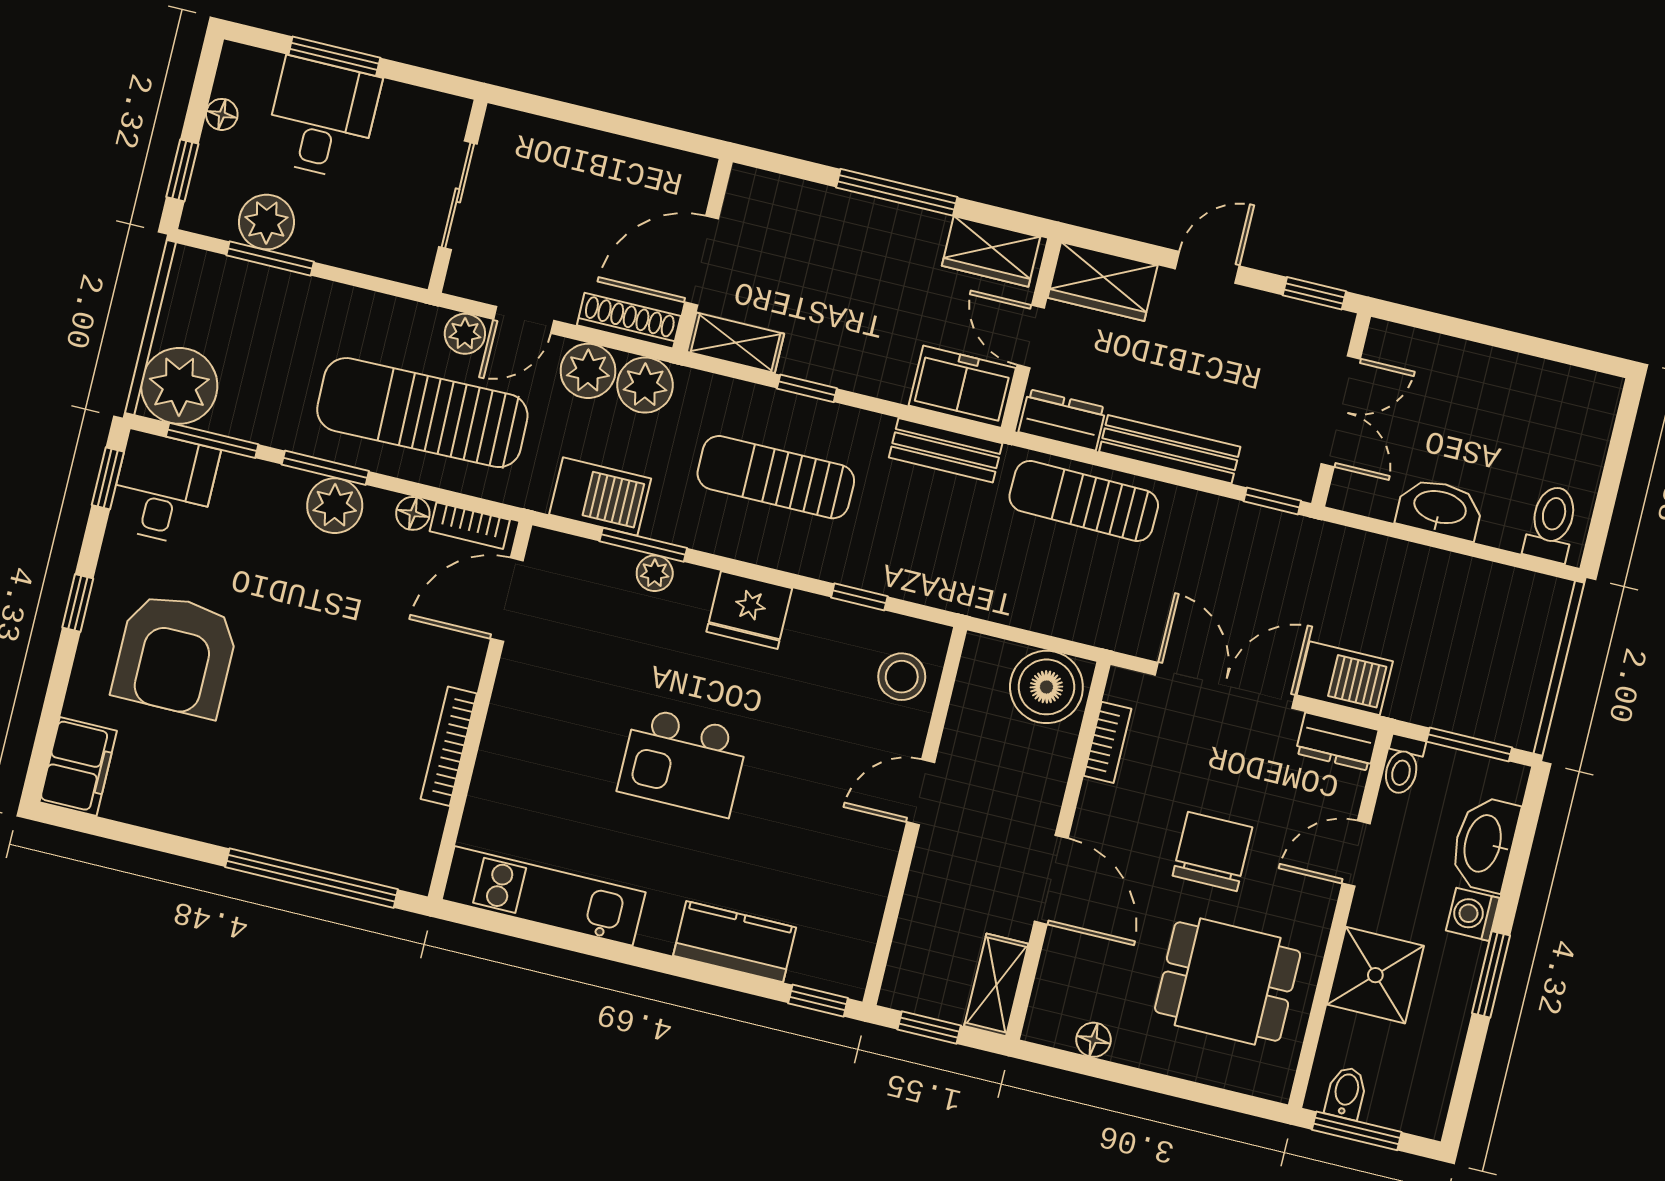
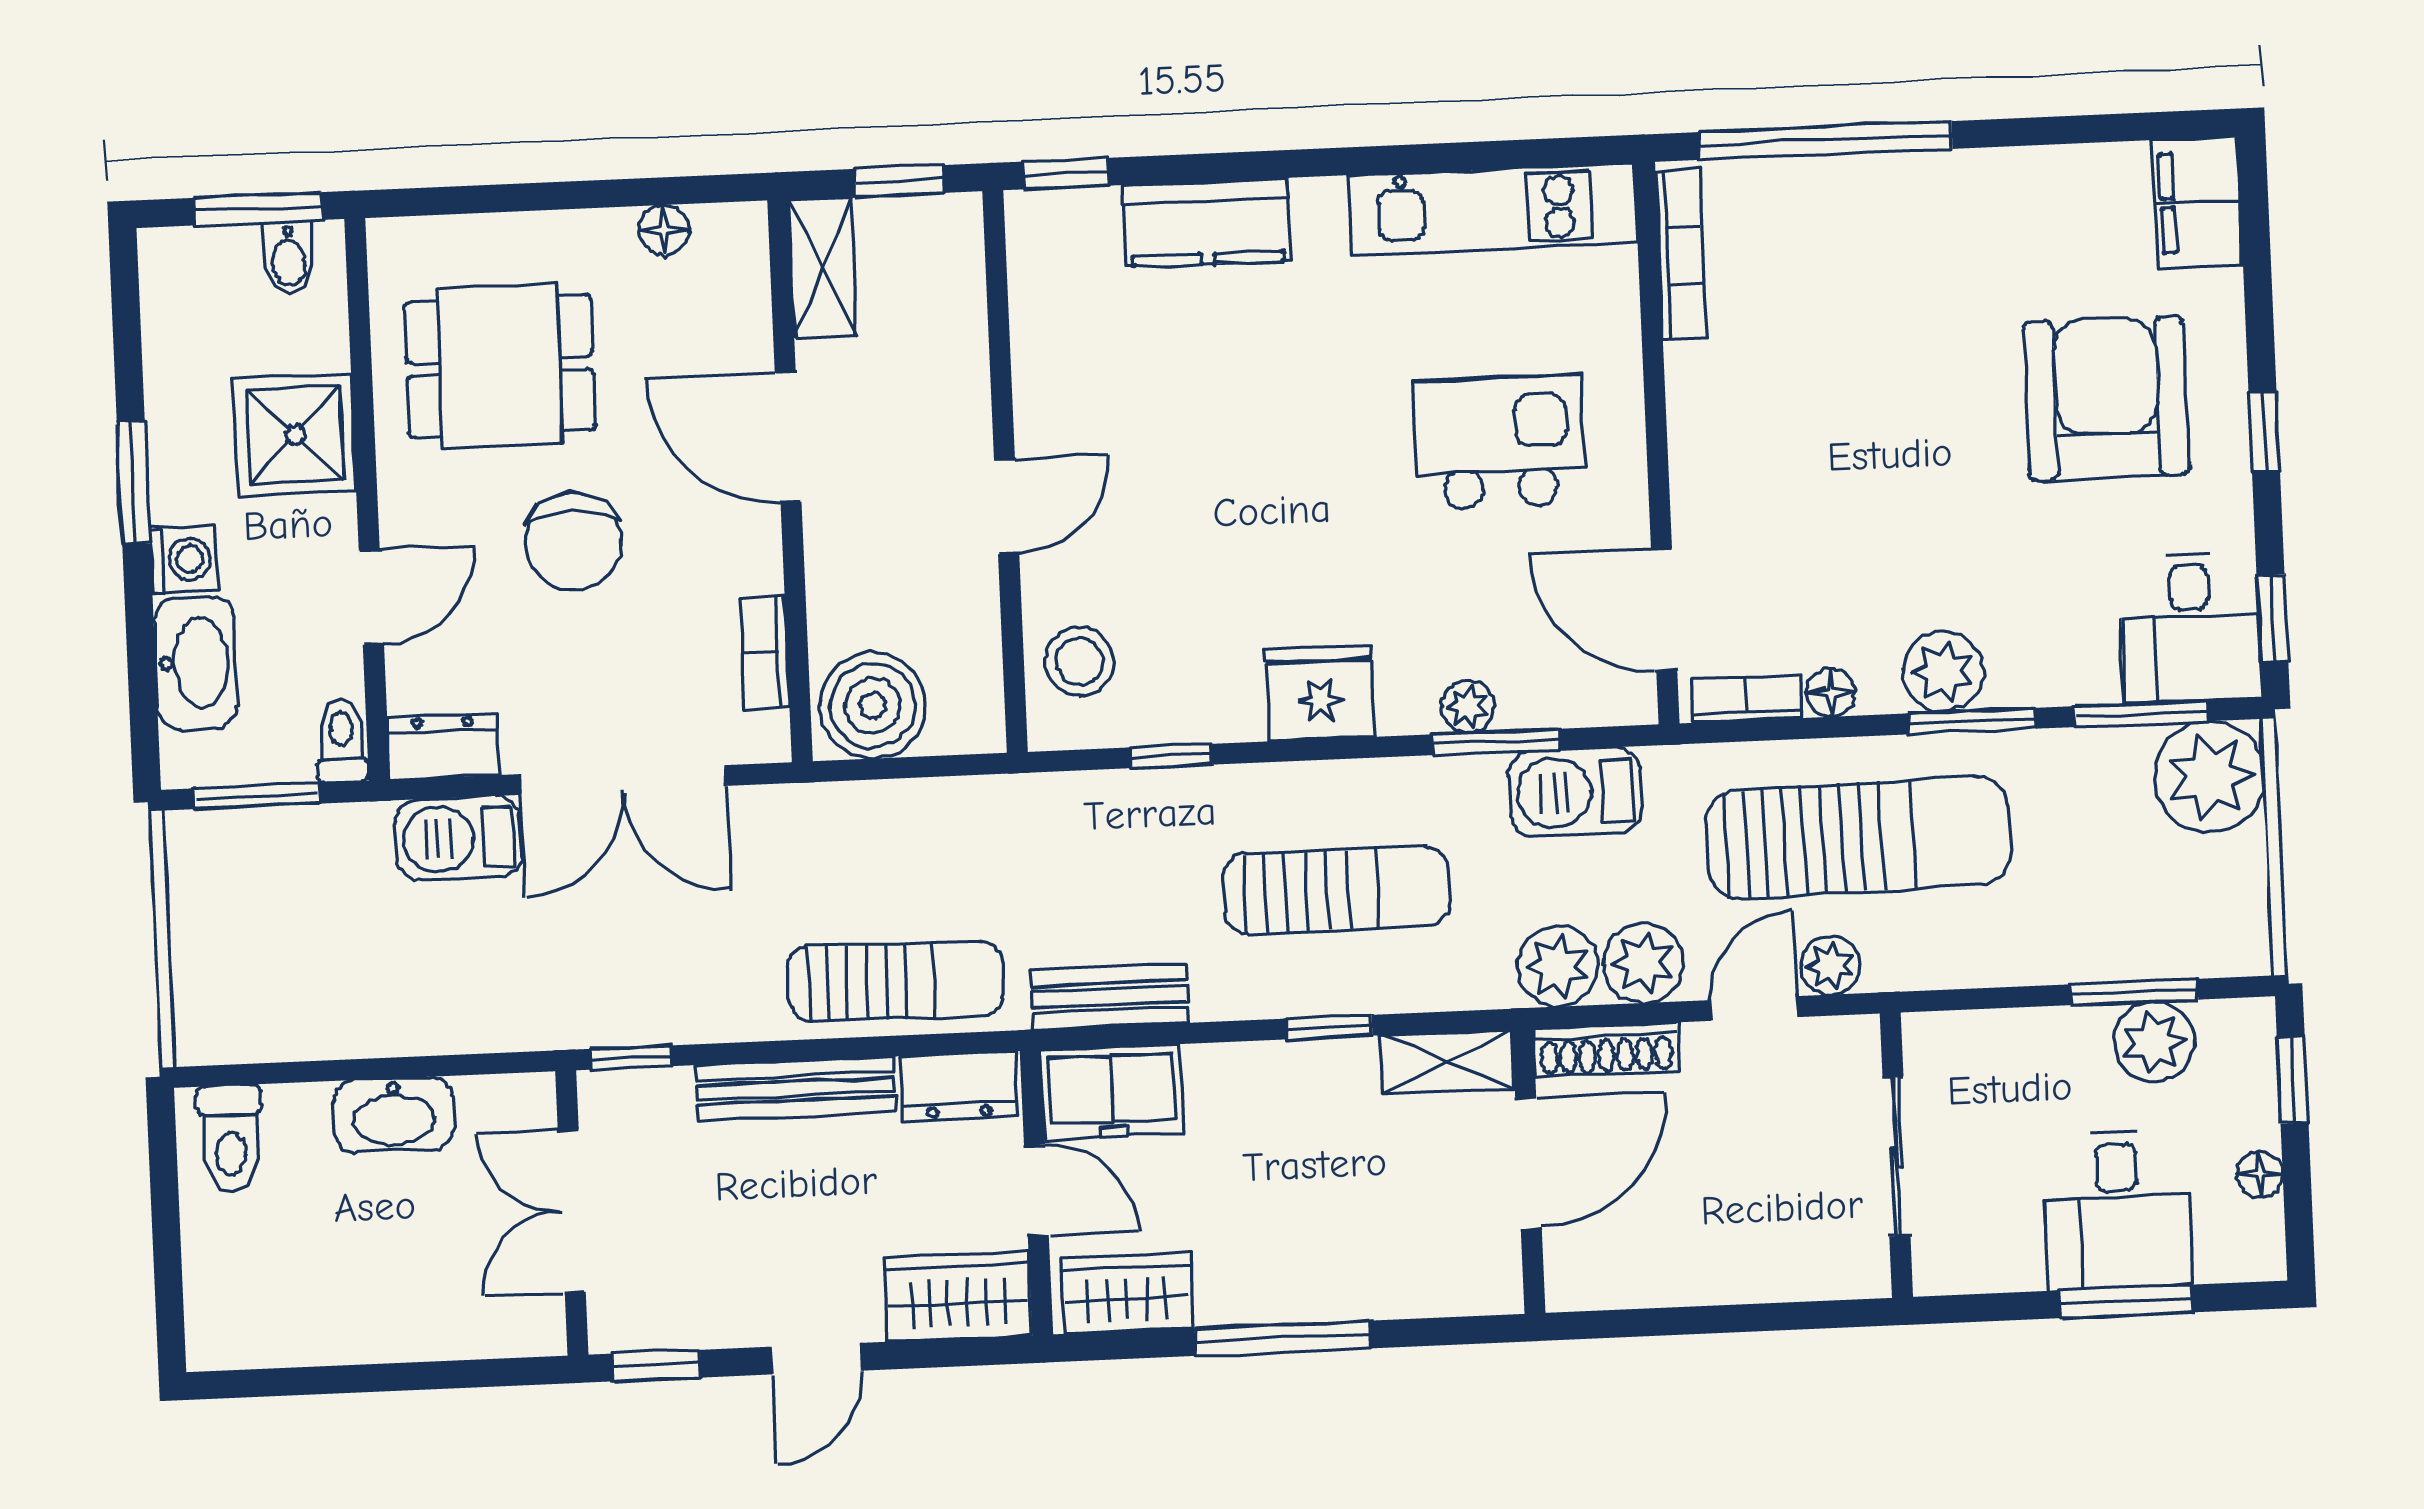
door: (507, 600) -> (1664, 610), swing flipped
bookcase: (449, 746) -> (1681, 255), moved
kitchen island: (683, 762) -> (1499, 442), moved

